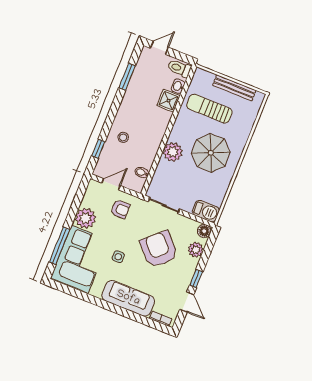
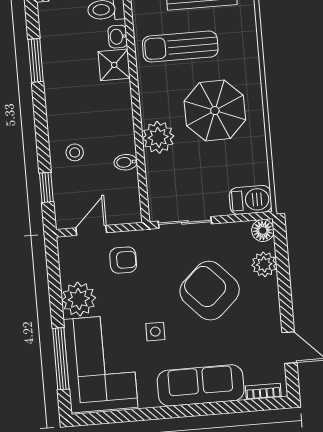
bidet: (142, 173) -> (126, 162), moved
window: (196, 279) -> (286, 306), removed

